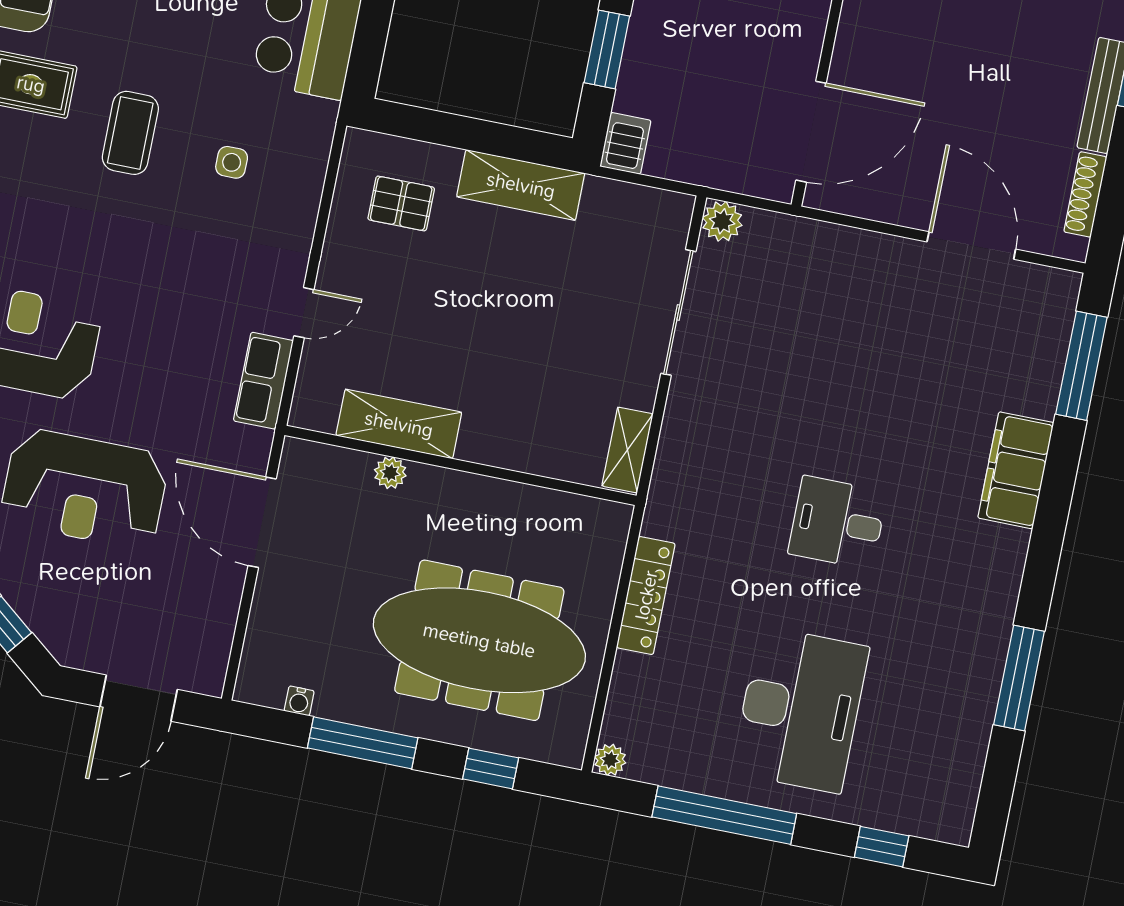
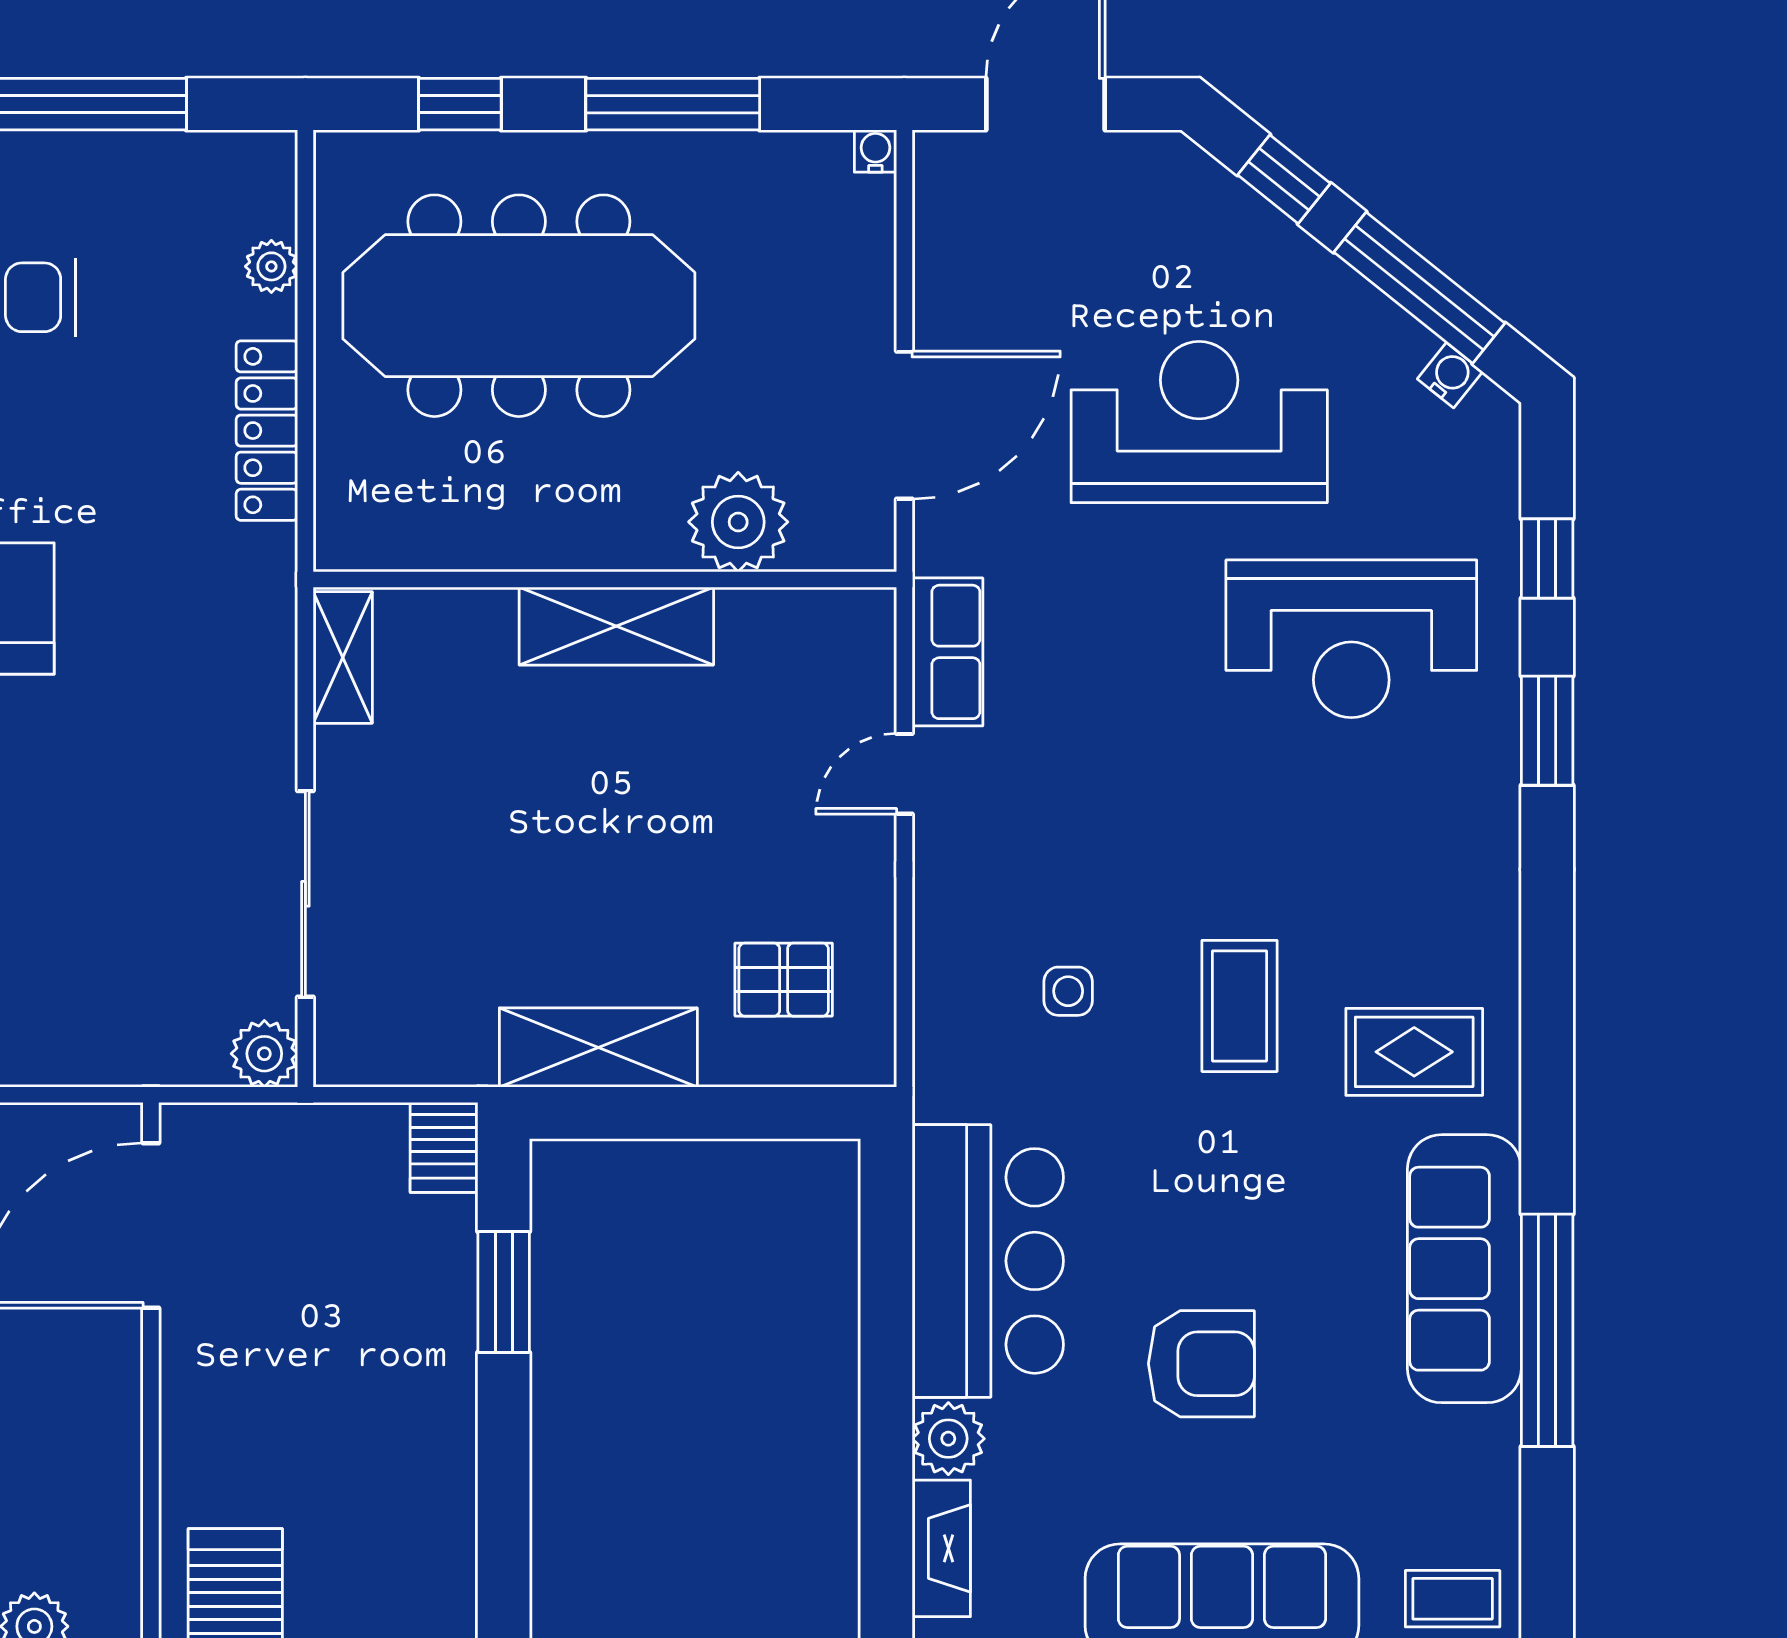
shelving: (399, 424) -> (616, 626), moved
plant: (390, 473) -> (738, 522), width x1.88, depth x1.88
door: (262, 522) -> (904, 425), hinge flipped
water cooler: (299, 701) -> (875, 151), moved
plant: (610, 760) -> (271, 266), moved

